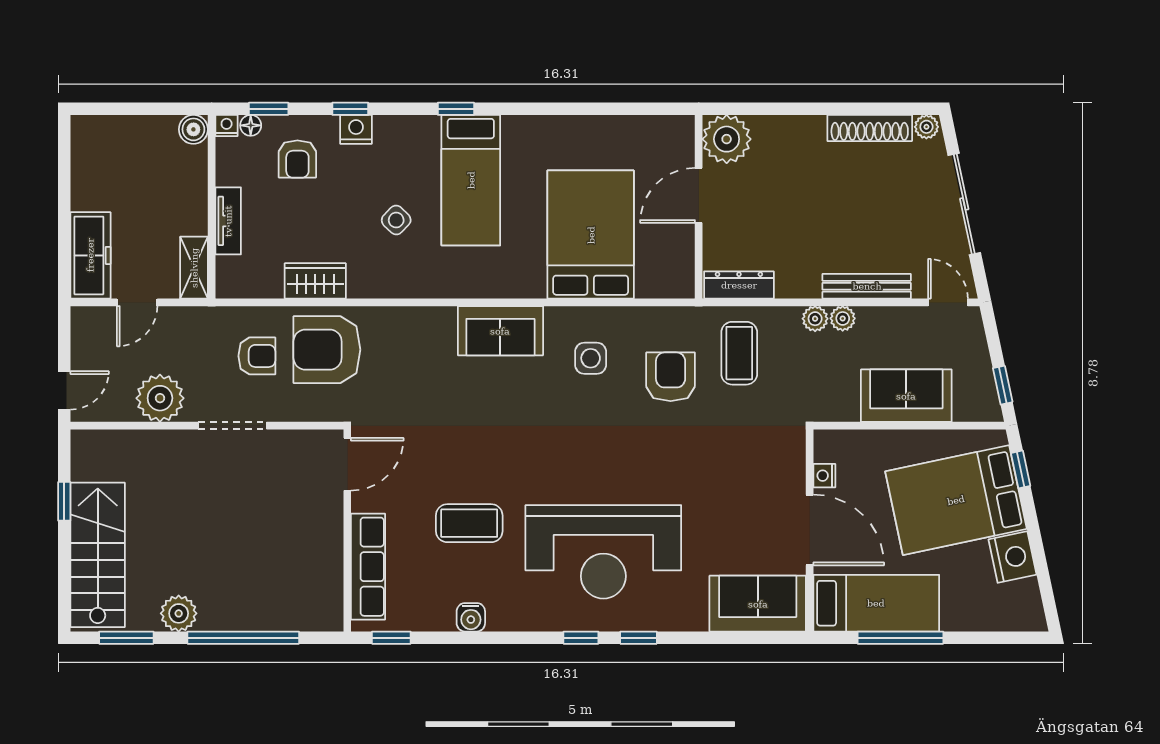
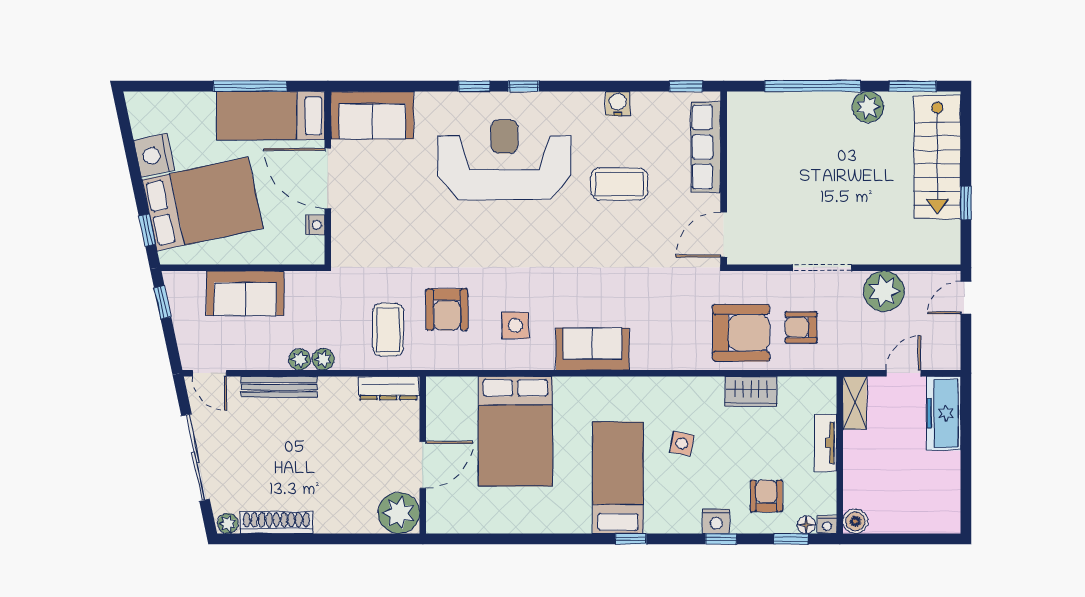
side table: (396, 220) -> (682, 444), turned -34

